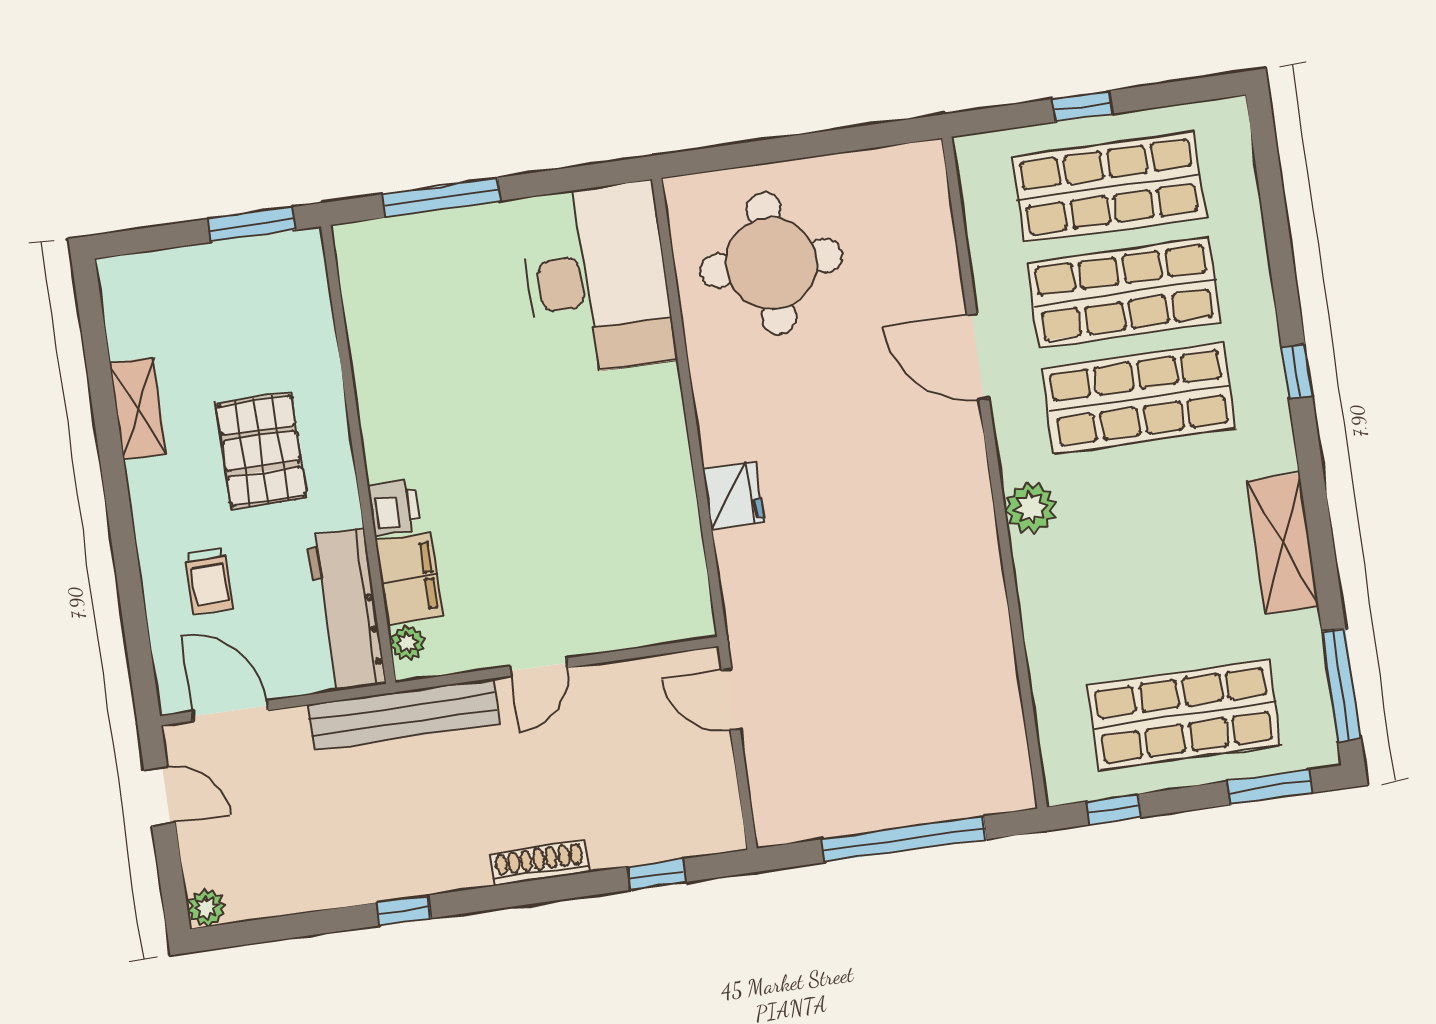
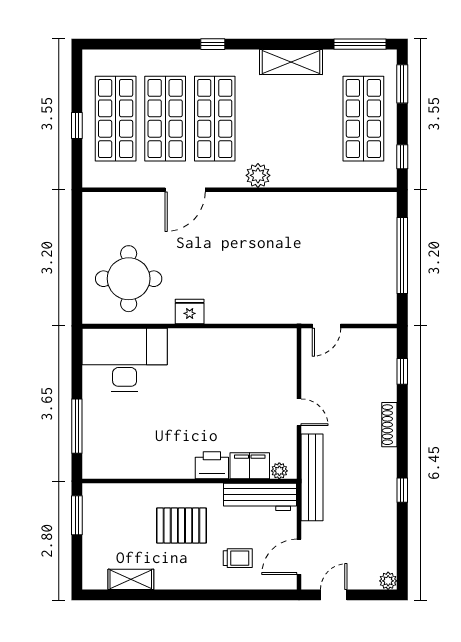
shelving: (138, 408) -> (131, 579), moved
fridge: (733, 495) -> (190, 311), moved
printer: (394, 507) -> (212, 465), width x1.36, depth x1.24

